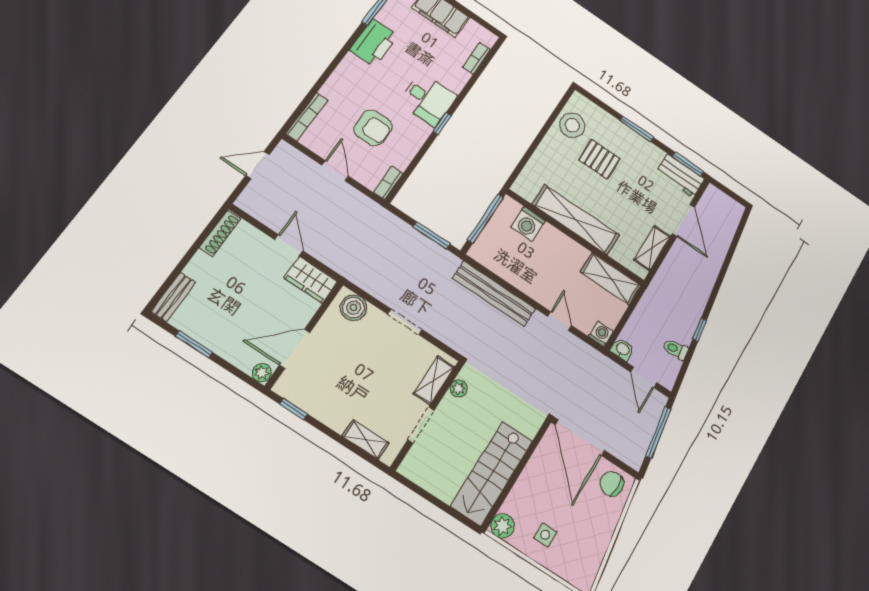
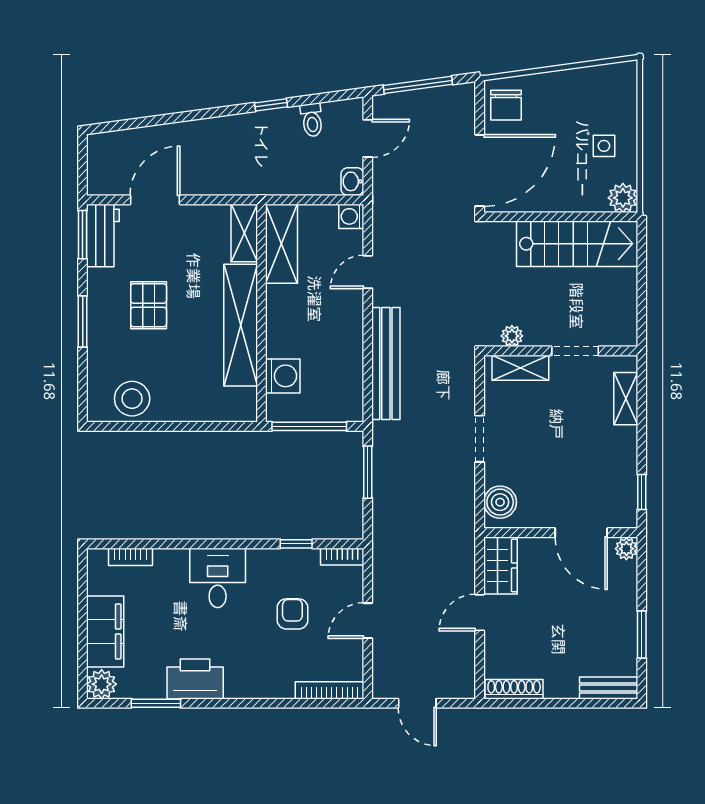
window: (442, 124) -> (296, 544), moved
armchair: (373, 128) -> (292, 614), width x0.72, depth x0.72
pallet: (599, 159) -> (149, 305), moved
shelving: (652, 248) -> (244, 233), moved, turned 90

